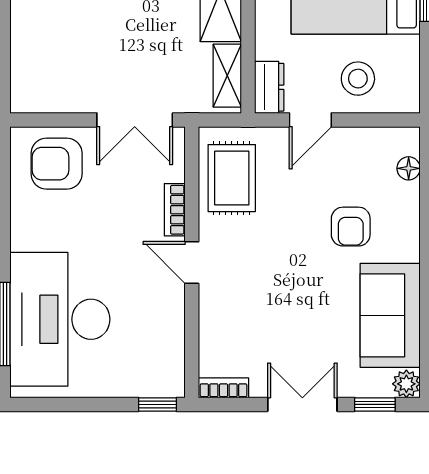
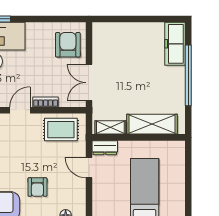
stool: (358, 79) -> (109, 191), removed
armchair: (351, 227) -> (37, 187), turned -90

